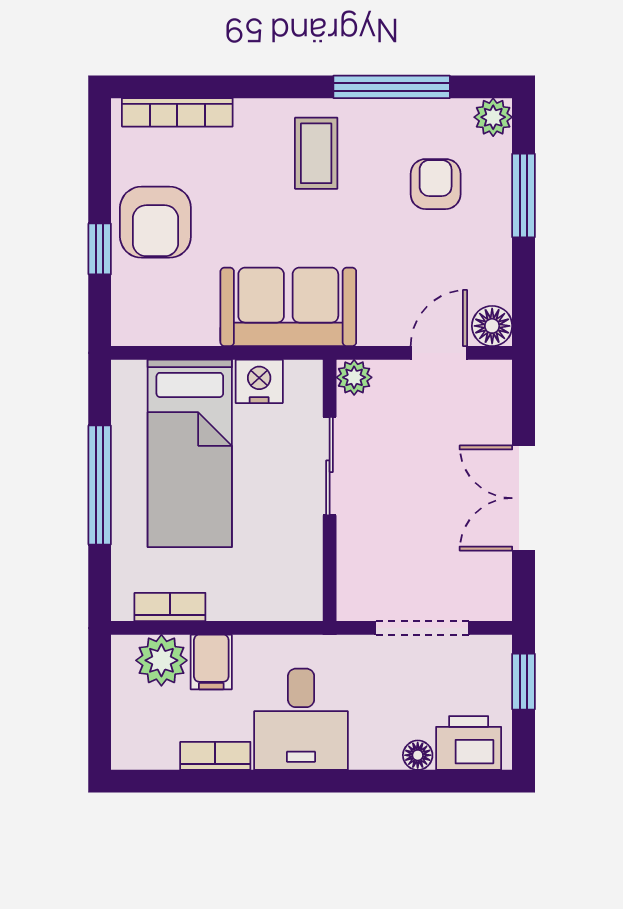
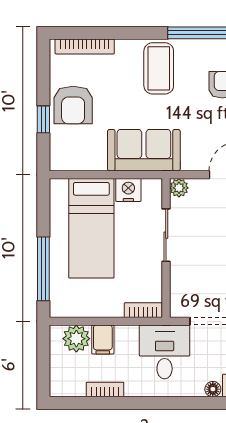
coffee table: (316, 153) -> (159, 68), width x1.36, depth x1.30
window: (100, 485) -> (43, 269), moved
bookcase: (170, 607) -> (143, 310), moved
desk: (301, 719) -> (165, 352), moved, turned 180

